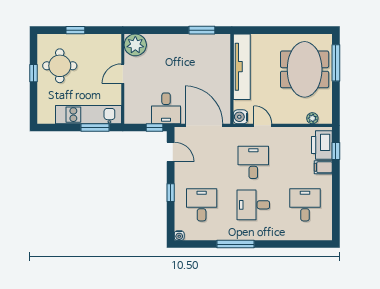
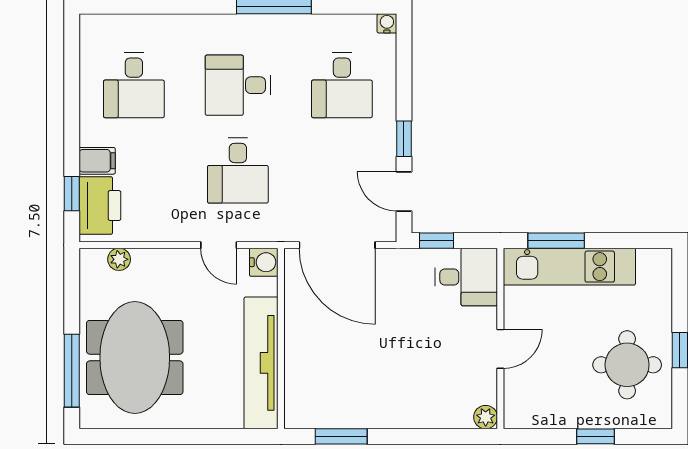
plant: (135, 45) -> (486, 417), width x0.53, depth x0.53
desk: (166, 108) -> (466, 277), moved, turned 90
window: (171, 193) -> (404, 139), moved
desk: (253, 205) -> (238, 85), turned 180

